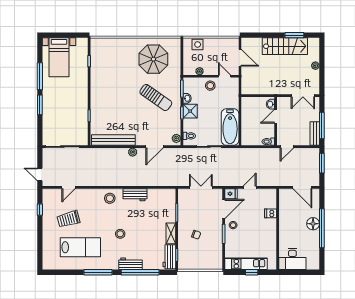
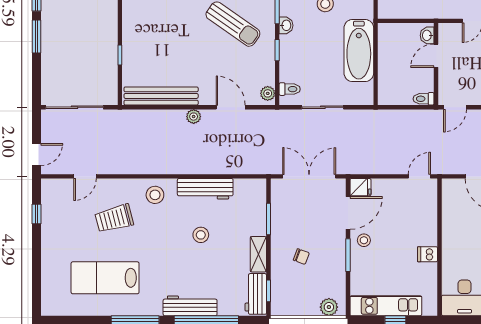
shower: (190, 111) -> (291, 47), removed
bathtub: (230, 127) -> (359, 51), moved
door: (154, 147) -> (231, 107), swing flipped
door: (40, 175) -> (36, 155), swing flipped
double door: (201, 187) -> (309, 176), width x1.37
door: (250, 187) -> (419, 176), moved
workbench: (135, 195) -> (205, 189), width x1.38
dishwasher: (271, 213) -> (427, 254), moved
trolley: (68, 219) -> (114, 218), moved
stool: (120, 234) -> (201, 235), moved
lab bench: (80, 247) -> (105, 278), turned 180
workbench: (131, 264) -> (190, 306), width x1.38
plant: (212, 265) -> (329, 307), added

